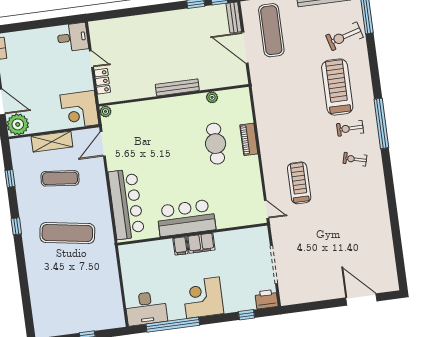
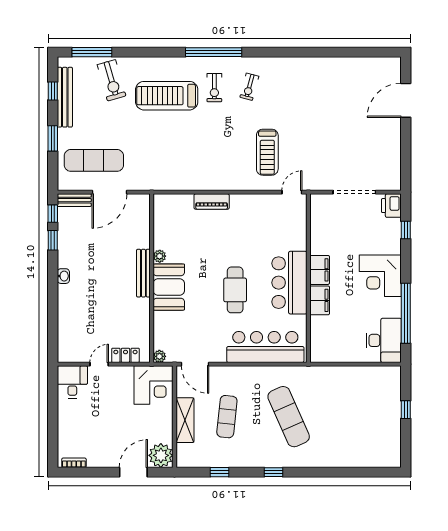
washbasin: (165, 17) -> (63, 276), added
plant: (212, 97) -> (160, 256), moved
booth: (168, 112) -> (169, 287), added
cafe table: (216, 144) -> (235, 290), moved, turned 90
treadmill: (299, 183) -> (267, 152), turned -90
exercise mat: (67, 233) -> (289, 417), turned -33
filing cabinet: (180, 246) -> (320, 300), width x2.00

